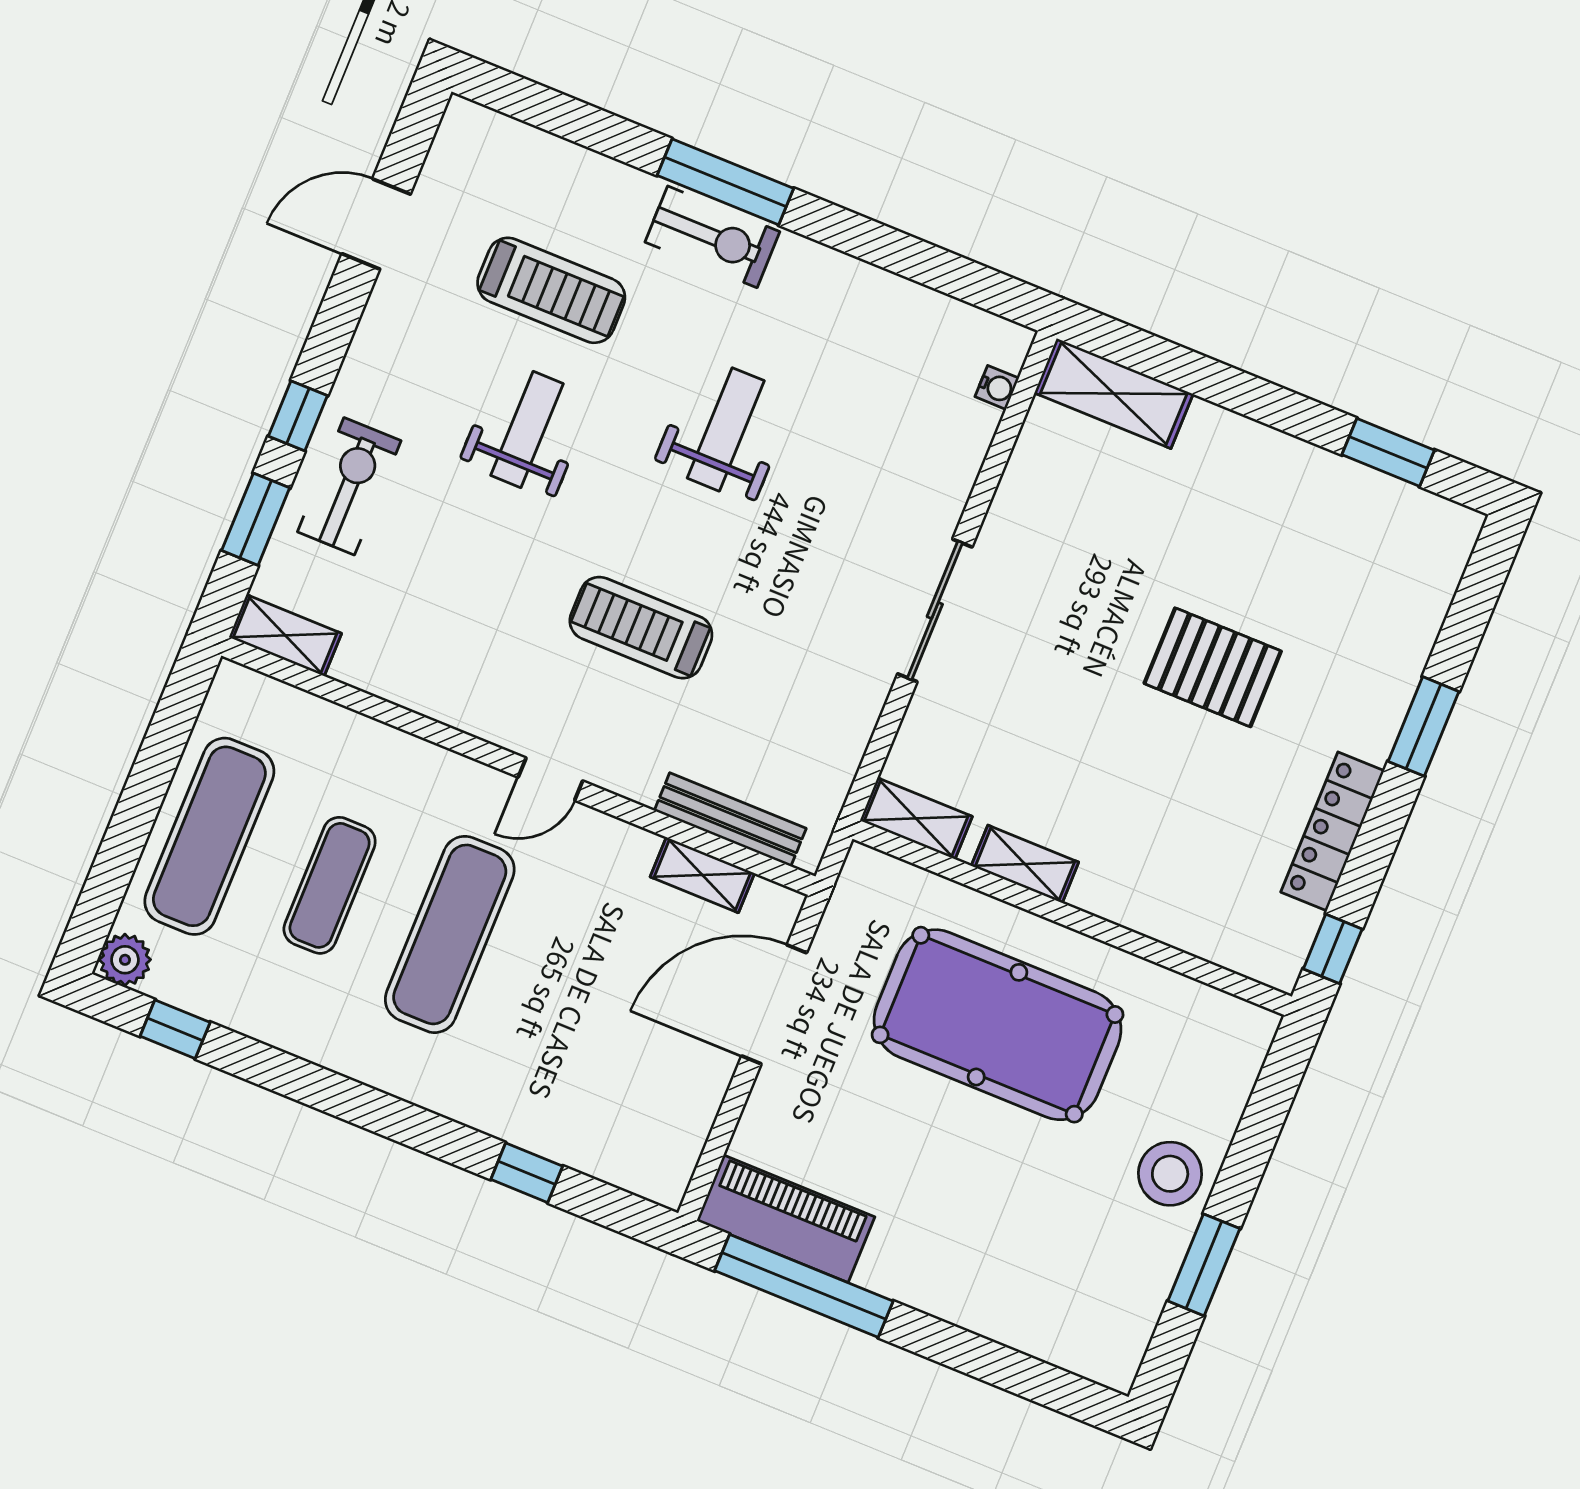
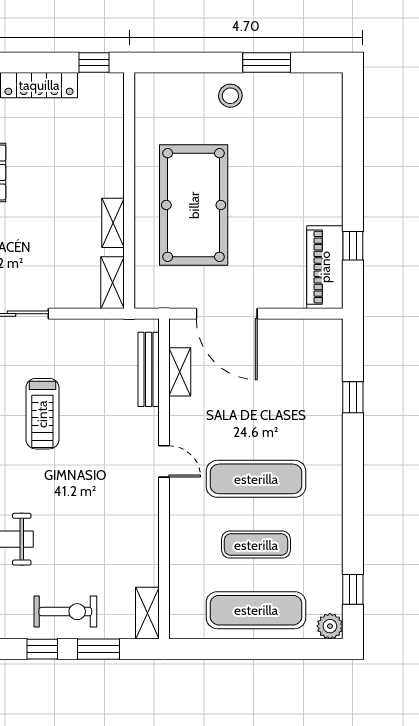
exercise bike: (349, 486) -> (65, 612), turned 180
treadmill: (641, 628) -> (42, 414), moved
stool: (1170, 1174) -> (230, 96), width x0.73, depth x0.73
window: (804, 1286) -> (353, 246), width x0.32

